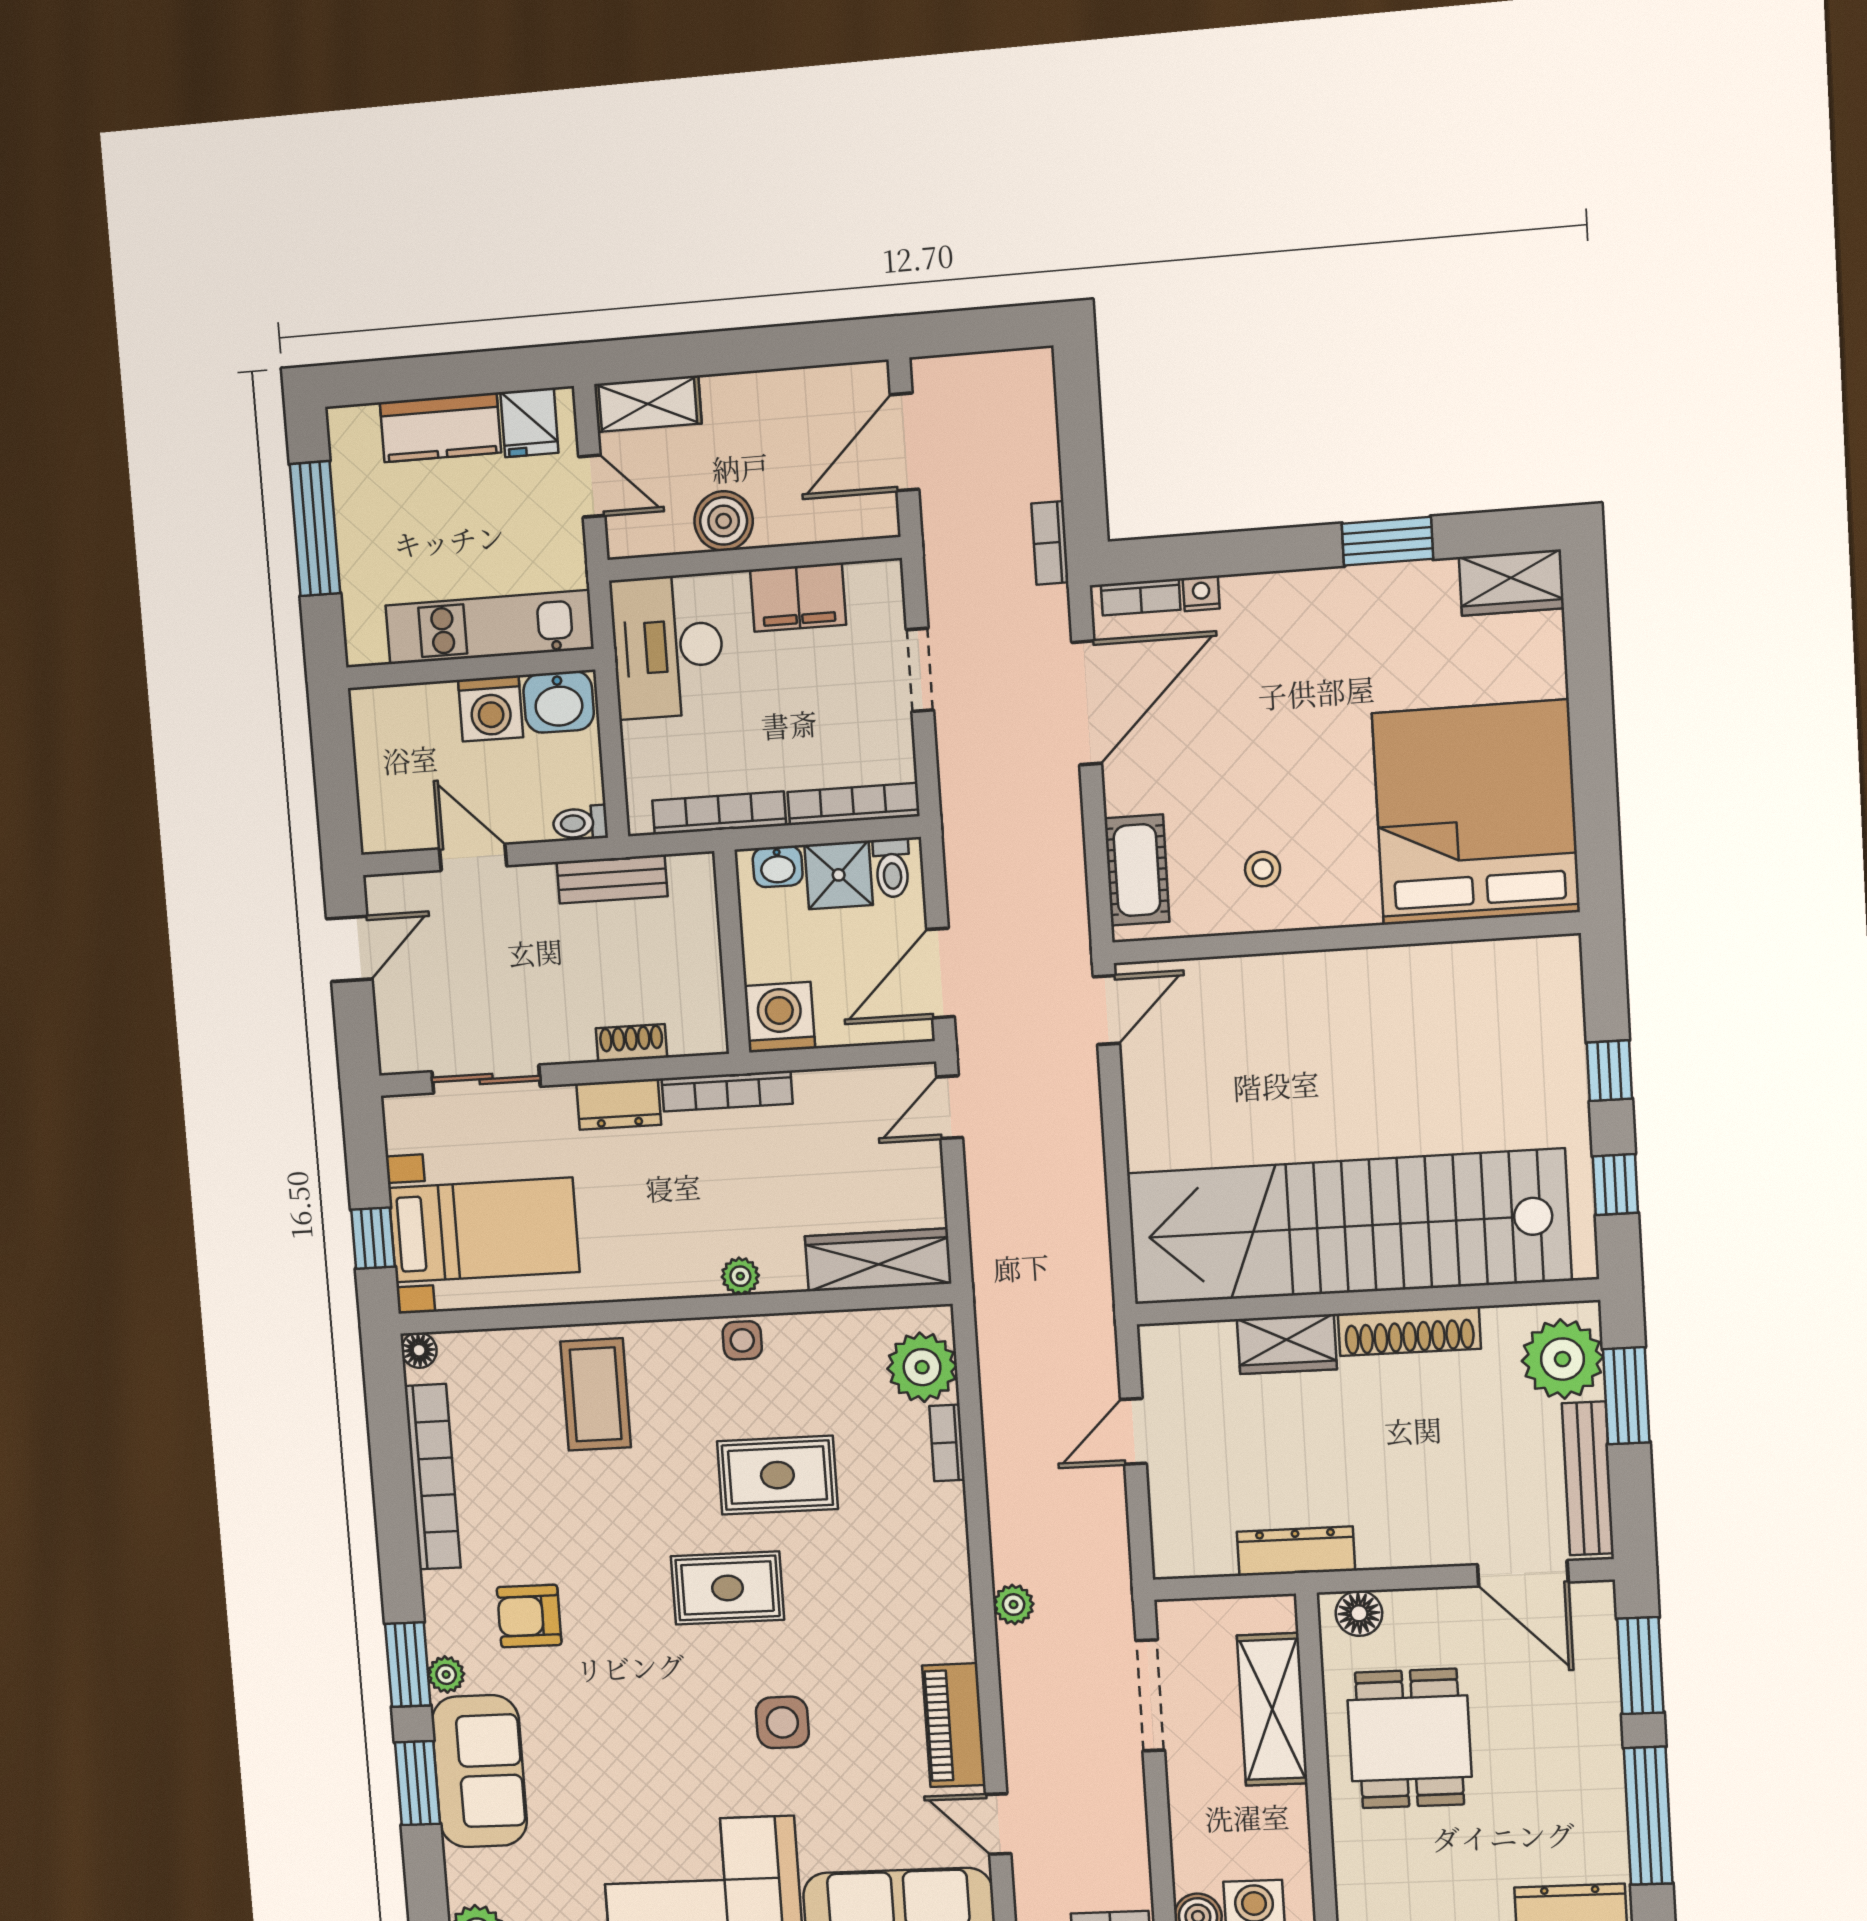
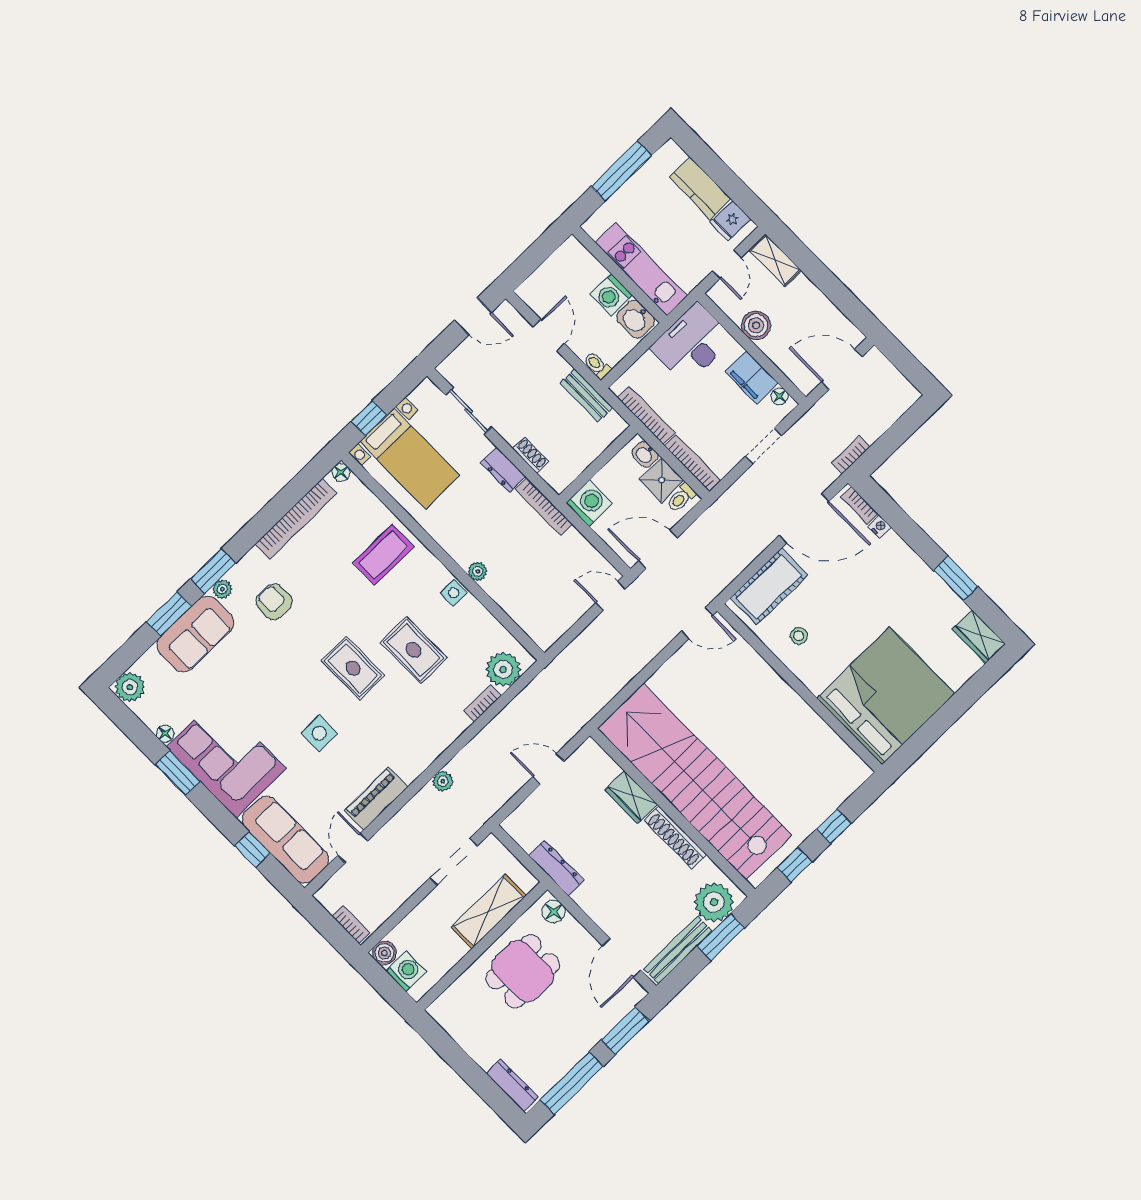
floor lamp: (864, 578) -> (779, 396), added
cot: (1137, 870) -> (769, 587), width x1.37, depth x1.34
wardrobe: (878, 1260) -> (529, 618), removed

